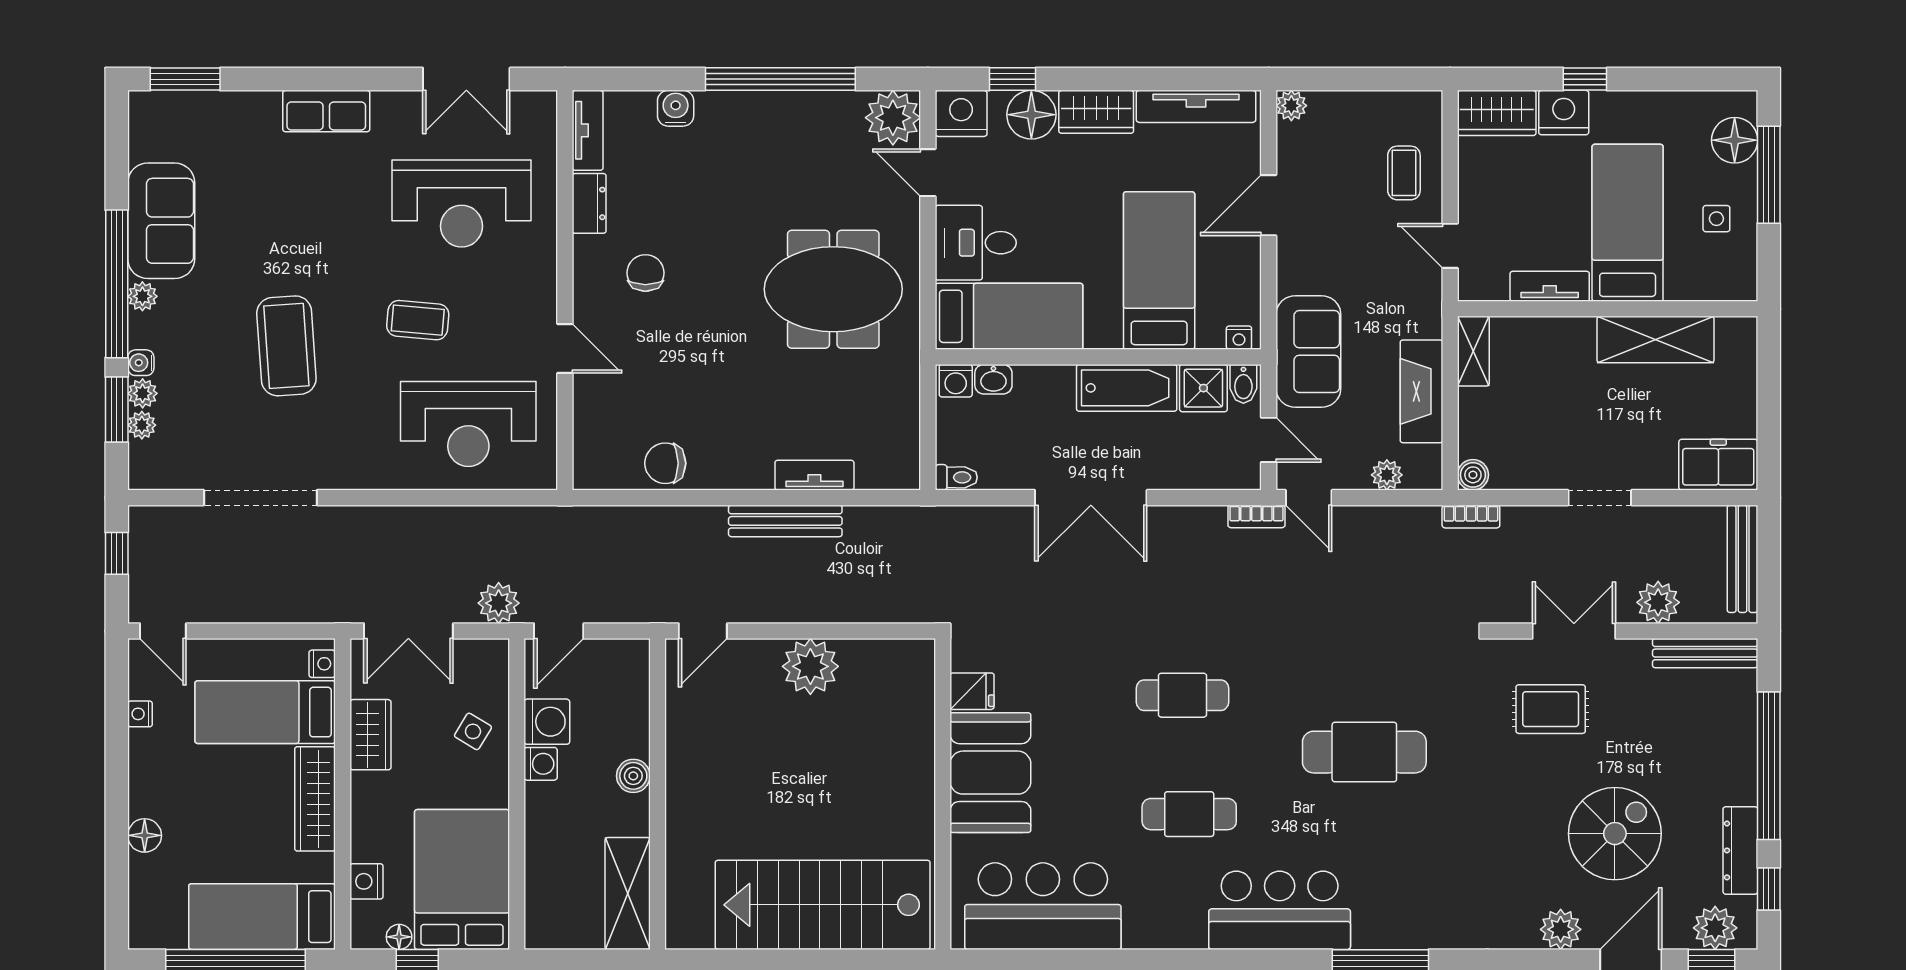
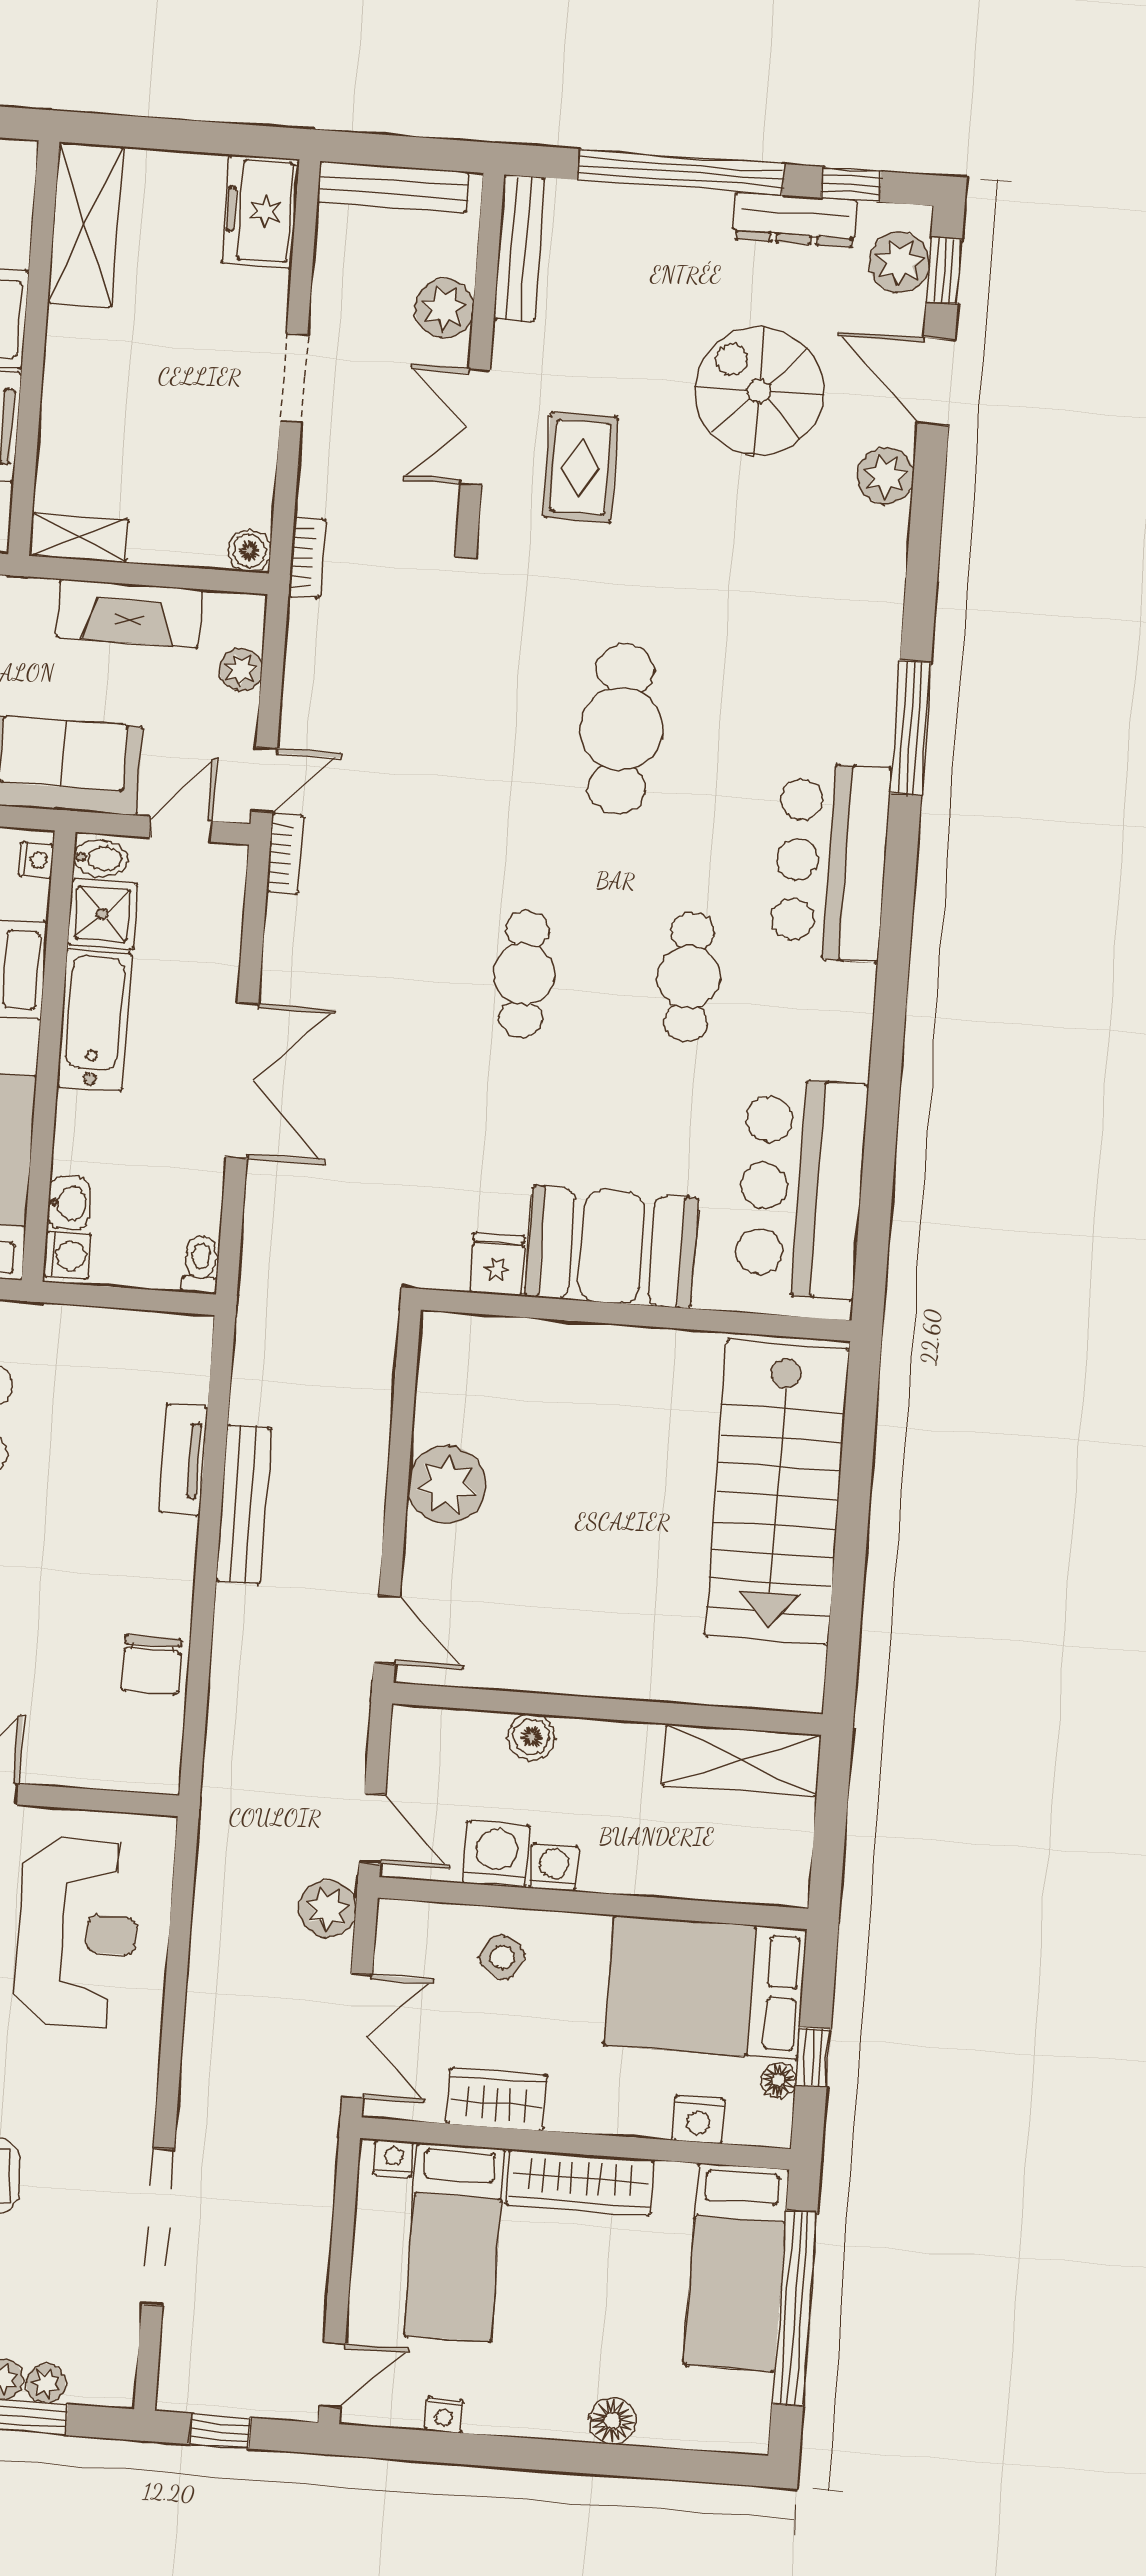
shelving: (1656, 339) -> (86, 225), moved
boiler: (633, 776) -> (531, 1737), moved

